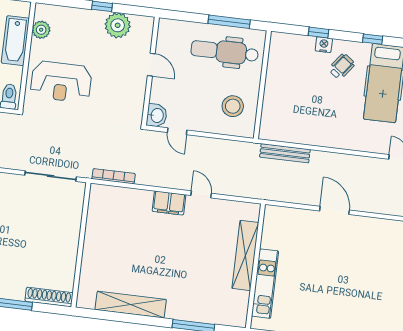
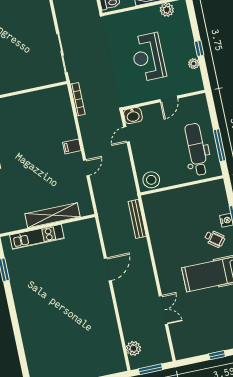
plant: (118, 25) -> (194, 64), width x0.53, depth x0.53
reception desk: (61, 82) -> (148, 57), moved
stool: (233, 106) -> (151, 180), moved
filing cabinet: (169, 203) -> (72, 146), width x0.50

